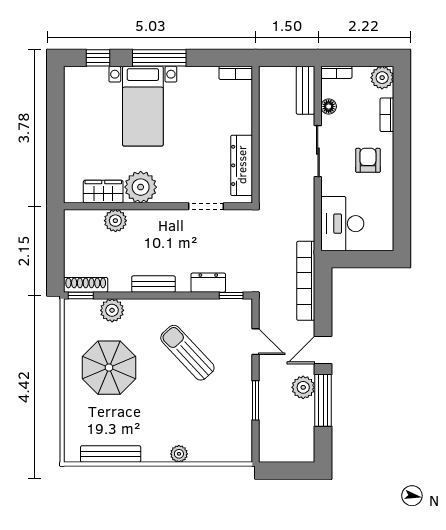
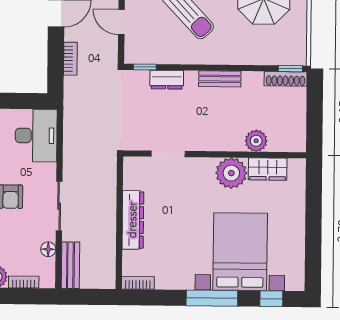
bookcase: (336, 72) -> (24, 282), moved
bed with nightstands: (143, 106) -> (240, 252), width x1.36
dresser: (242, 165) -> (133, 220), moved
bookcase: (306, 281) -> (70, 59), width x0.43, depth x0.76
plant: (112, 310) -> (260, 54), removed

